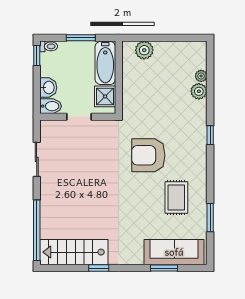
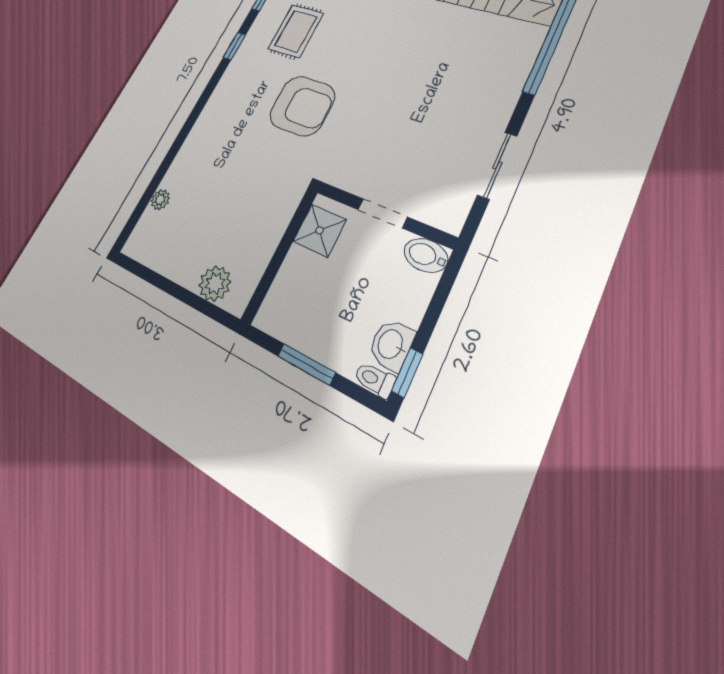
bathtub: (105, 63) -> (288, 292), removed
washbasin: (48, 88) -> (391, 345), moved
plant: (199, 91) -> (177, 177), removed
window: (210, 135) -> (234, 46), moved

